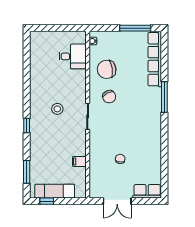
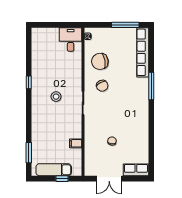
desk: (73, 56) -> (71, 39), moved, turned -90
window: (27, 126) -> (29, 82), moved
window: (47, 201) -> (62, 179), moved

